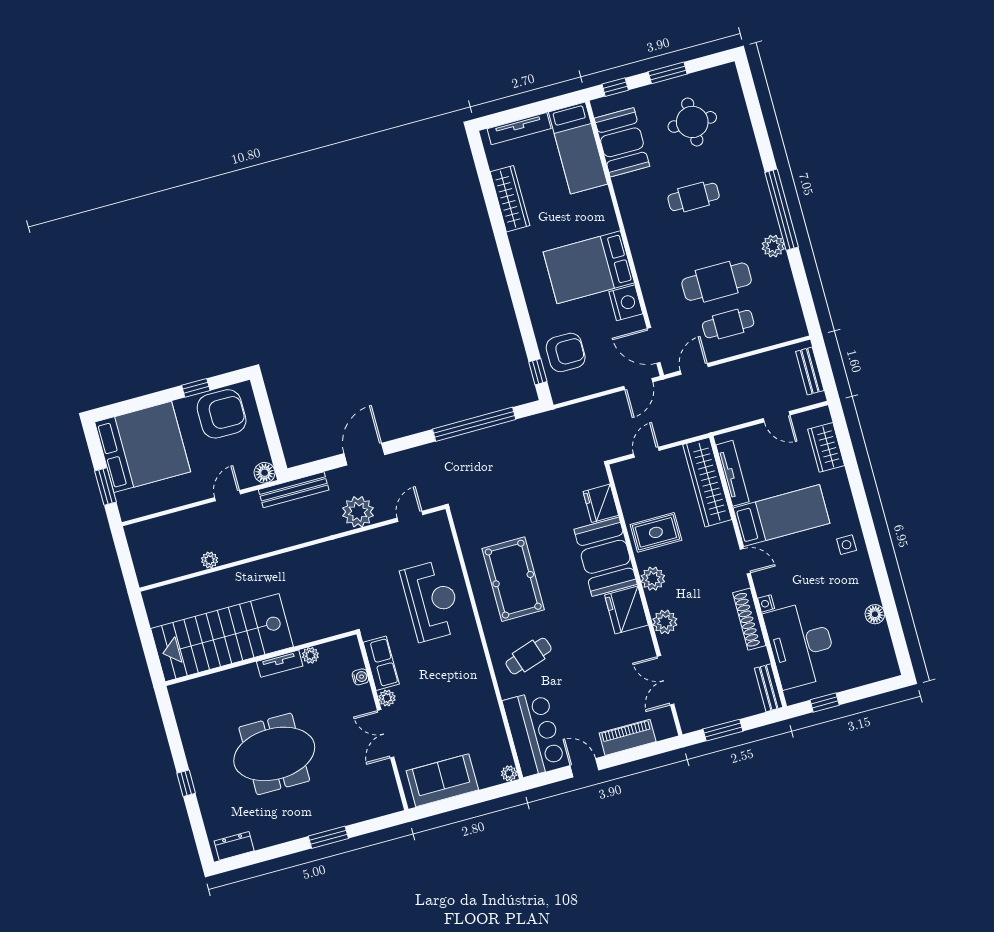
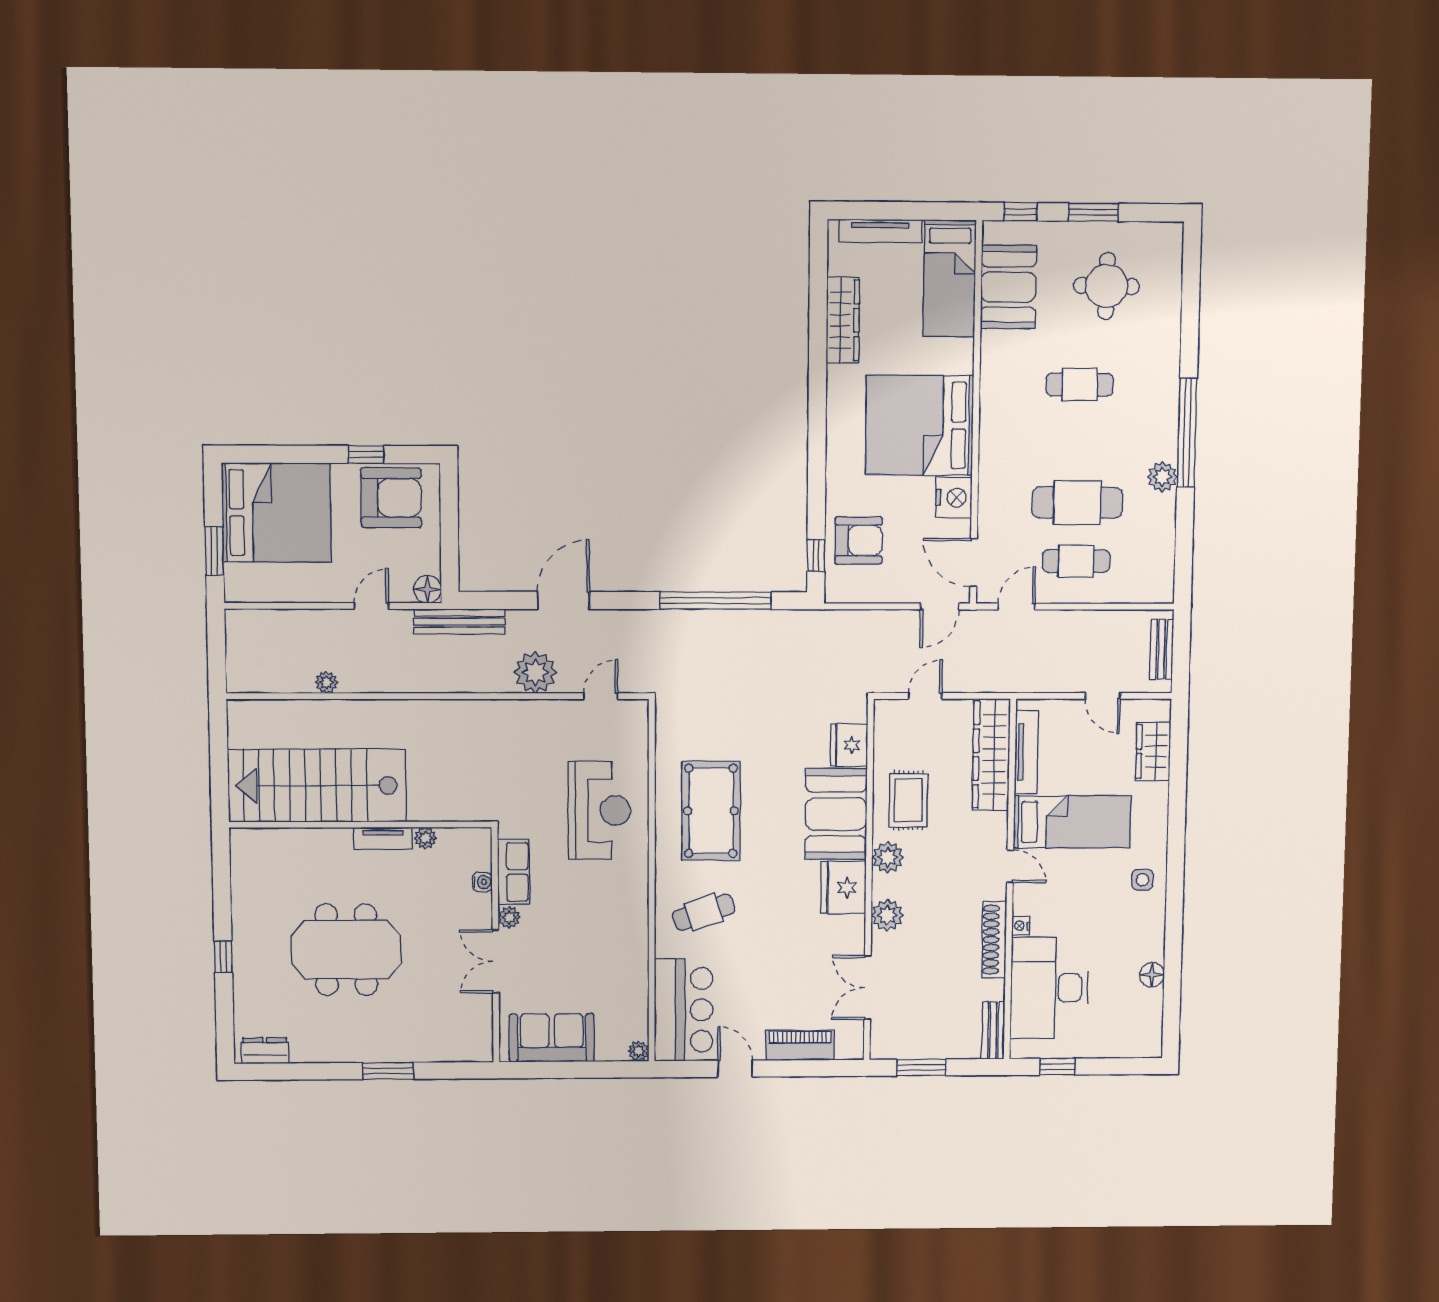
bed: (589, 267) -> (919, 425), width x1.36
rug: (656, 532) -> (908, 800), turned 90

